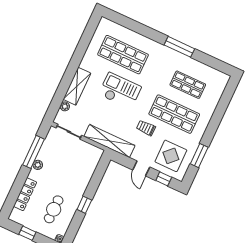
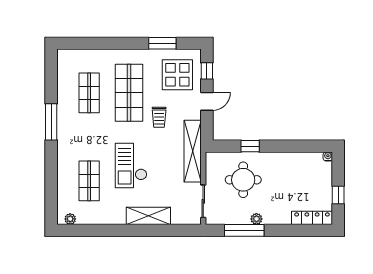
shop shelf: (123, 55) -> (89, 181), width x0.70, depth x0.74
plant: (65, 106) -> (70, 219), moved
round table: (71, 168) -> (243, 180), added
locker: (25, 194) -> (312, 218), moved
window: (84, 205) -> (250, 146), moved
cafe table: (54, 209) -> (298, 178), removed

